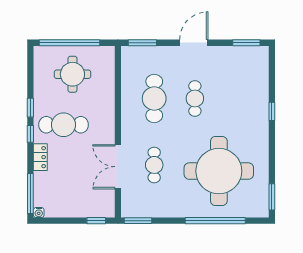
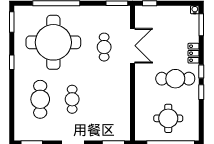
cafe table: (154, 98) -> (40, 99), moved
window: (272, 111) -> (12, 62), moved
window: (30, 193) -> (201, 25), width x0.69

